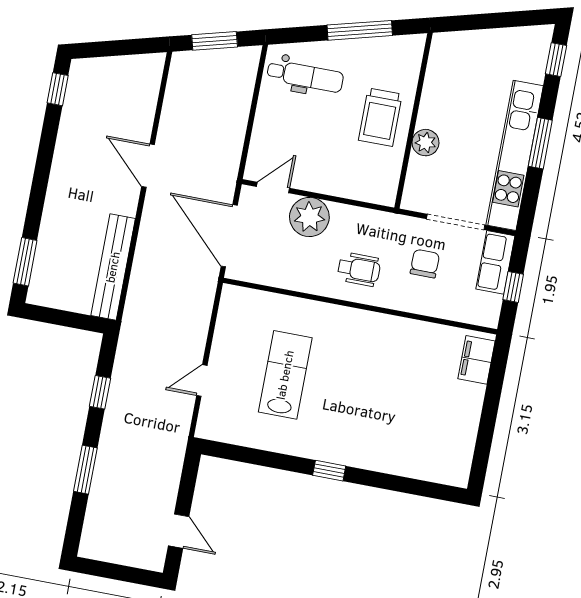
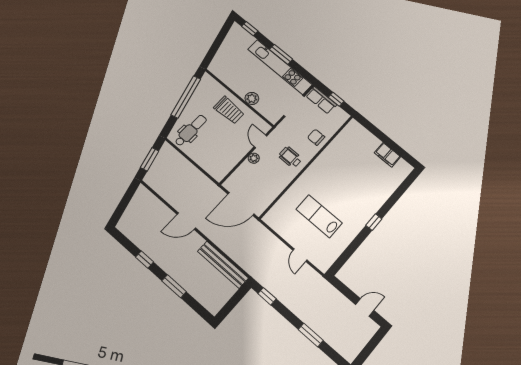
window: (360, 30) -> (186, 97), width x1.46
window: (58, 89) -> (145, 260), moved
door: (273, 187) -> (260, 141), moved
plant: (309, 217) -> (254, 158), width x0.53, depth x0.53
window: (25, 262) -> (174, 286), moved
chair: (425, 264) -> (316, 137), moved
wheelchair: (359, 269) -> (290, 157), turned -90
filing cabinet: (476, 360) -> (387, 155), moved
window: (100, 392) -> (267, 296), moved

